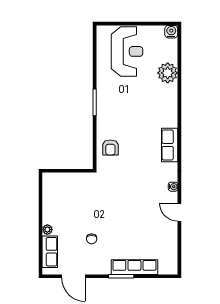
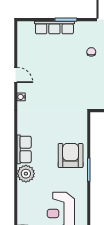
plant: (168, 73) -> (26, 174), moved
row of seats: (170, 145) -> (24, 149), moved
armchair: (110, 147) -> (71, 155), moved, width x1.88, depth x1.88

